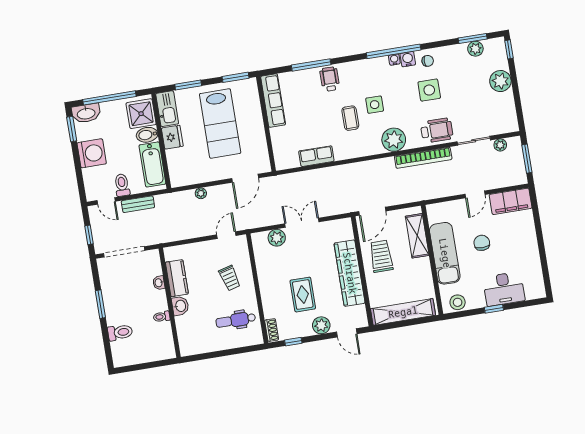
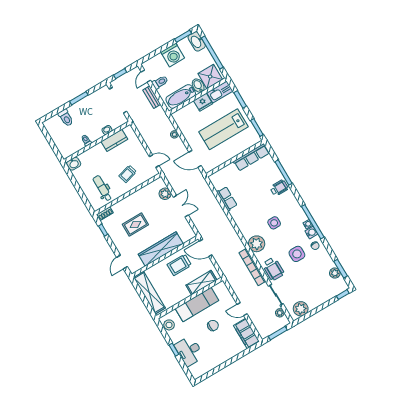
plant: (500, 81) -> (301, 309), moved
coffee table: (350, 118) -> (259, 211), removed
trolley: (381, 256) -> (179, 265), turned 180
washbasin: (180, 306) -> (74, 164), moved
plant: (321, 325) -> (120, 244), removed

